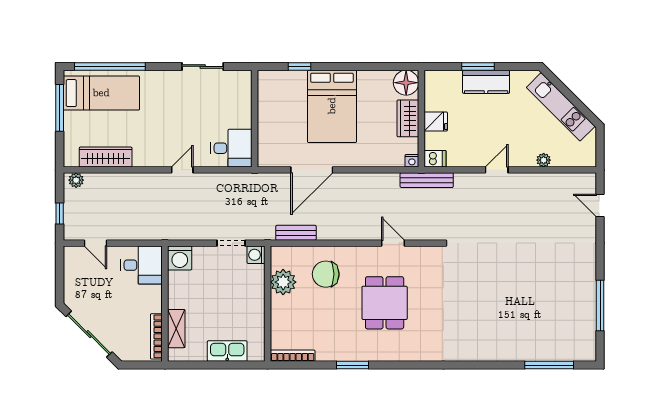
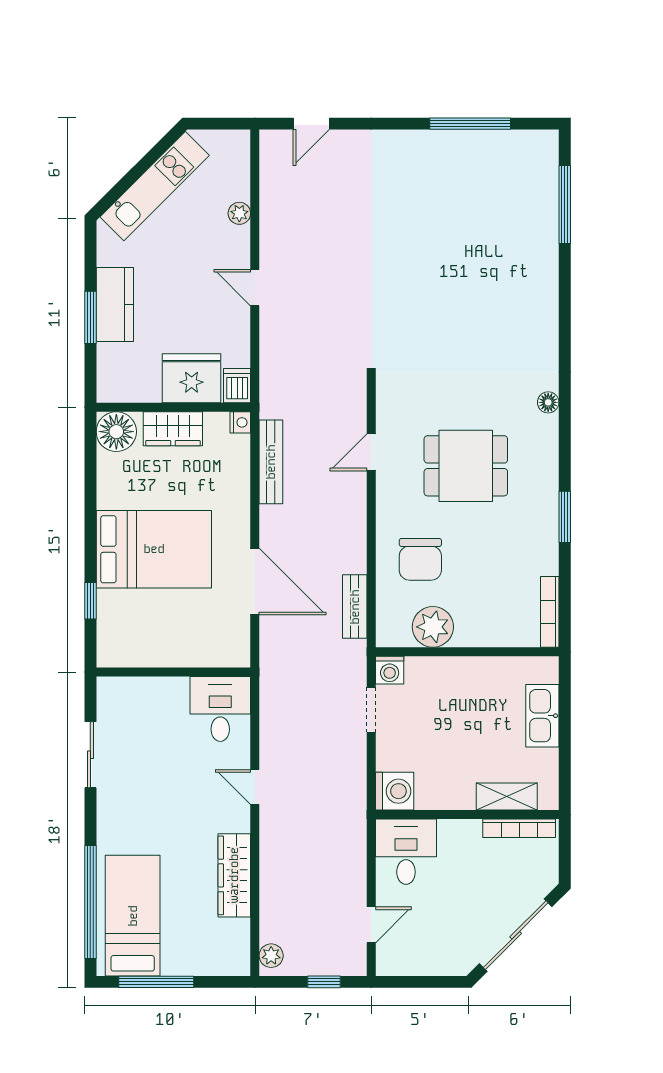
fridge: (436, 121) -> (192, 378), width x1.88, depth x1.34
wardrobe: (106, 157) -> (234, 875), moved
bench: (427, 180) -> (271, 462), moved
floor lamp: (424, 355) -> (548, 402), added

